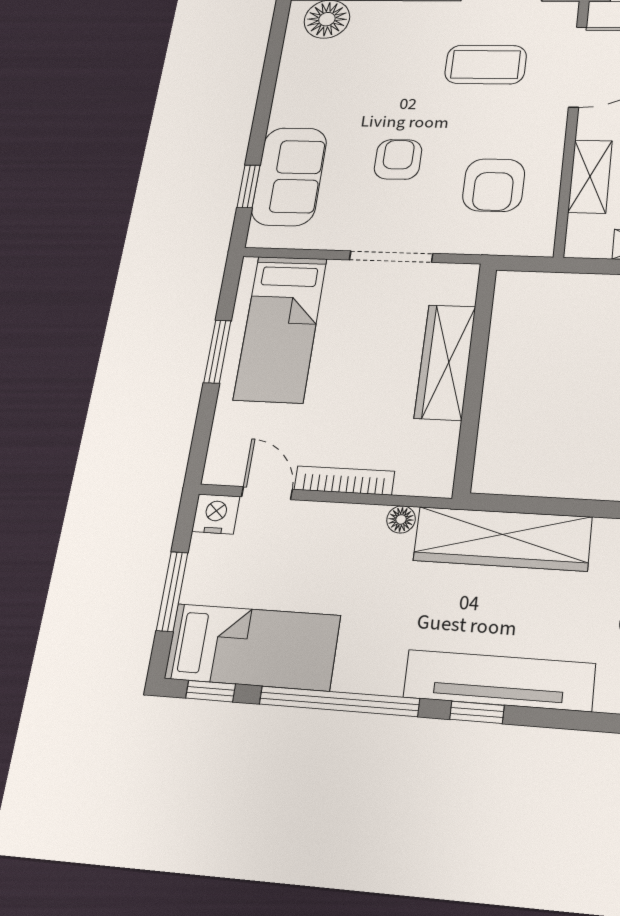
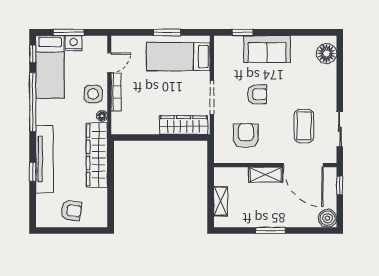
sofa: (289, 176) -> (267, 49), moved
shelving: (590, 177) -> (266, 175), moved
armchair: (494, 185) -> (246, 136), turned 90
wardrobe: (445, 362) -> (184, 125), moved
nightstand: (216, 514) -> (74, 43), moved, turned -90
side table: (341, 539) -> (93, 94), added
window: (477, 712) -> (33, 172), moved

